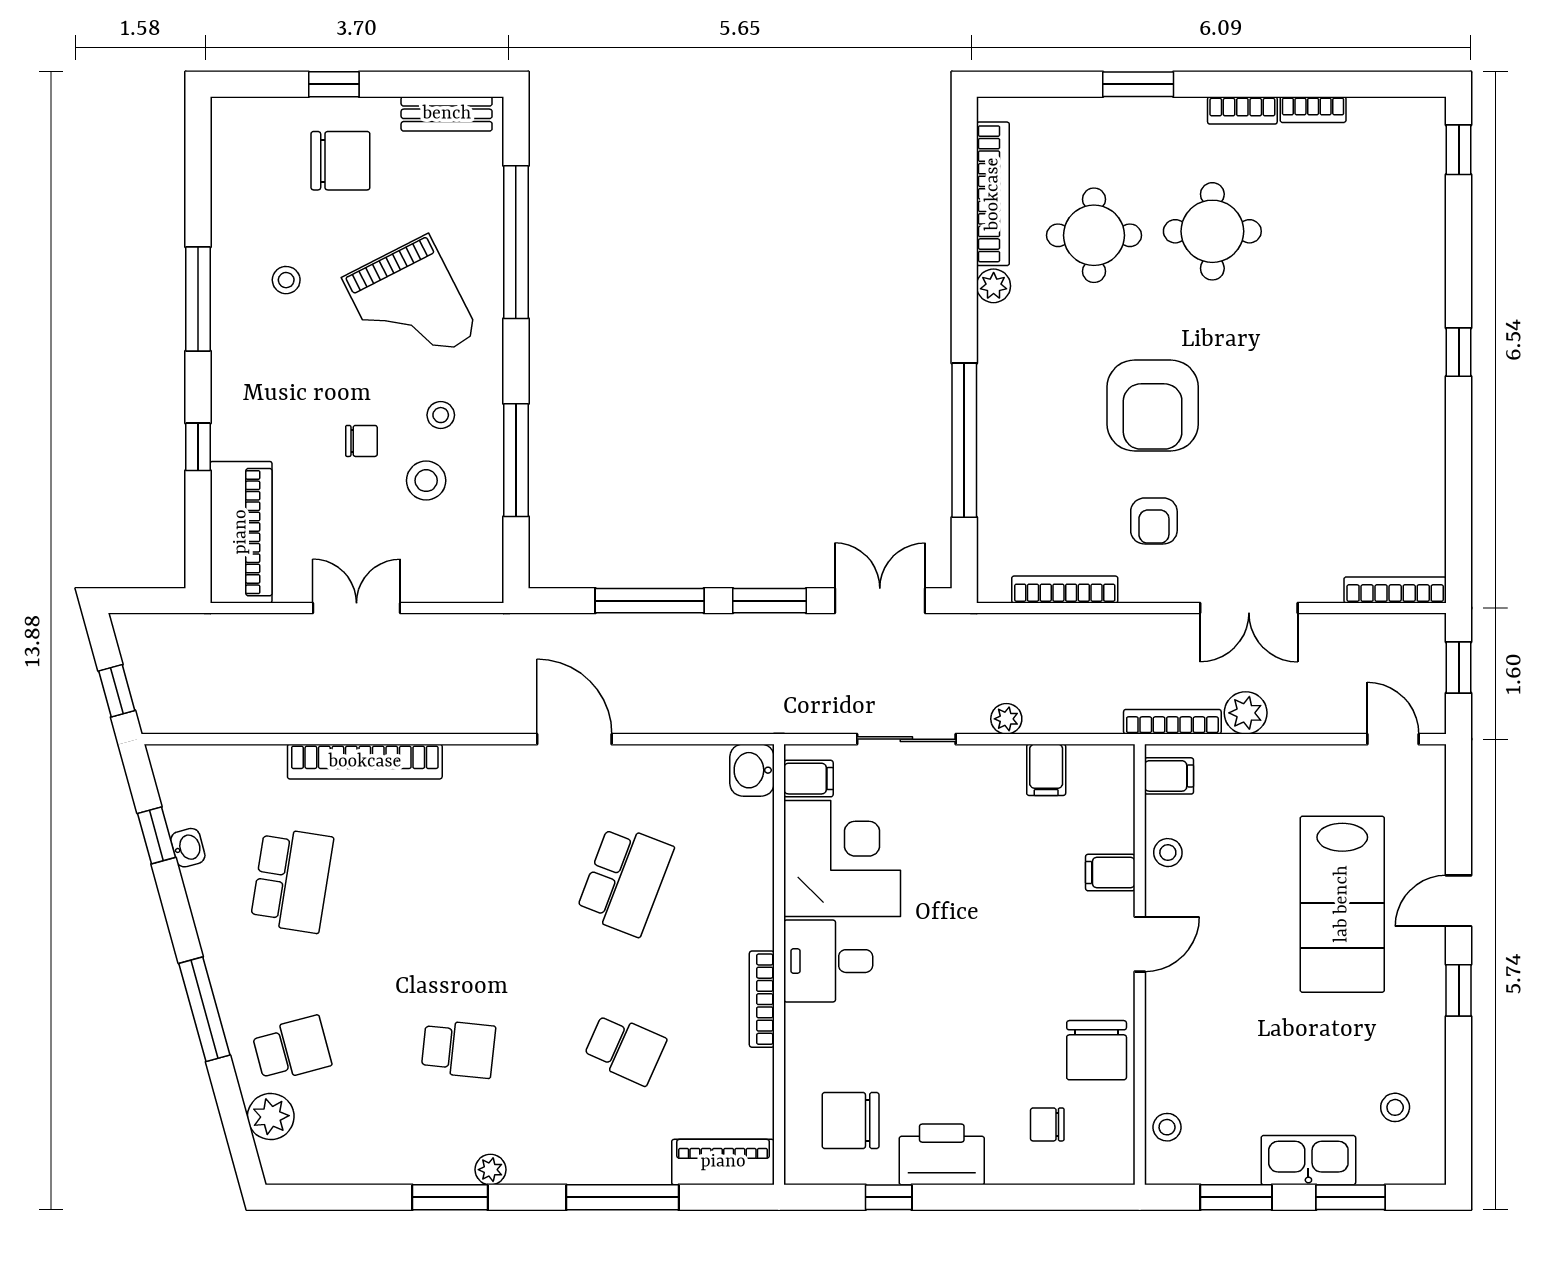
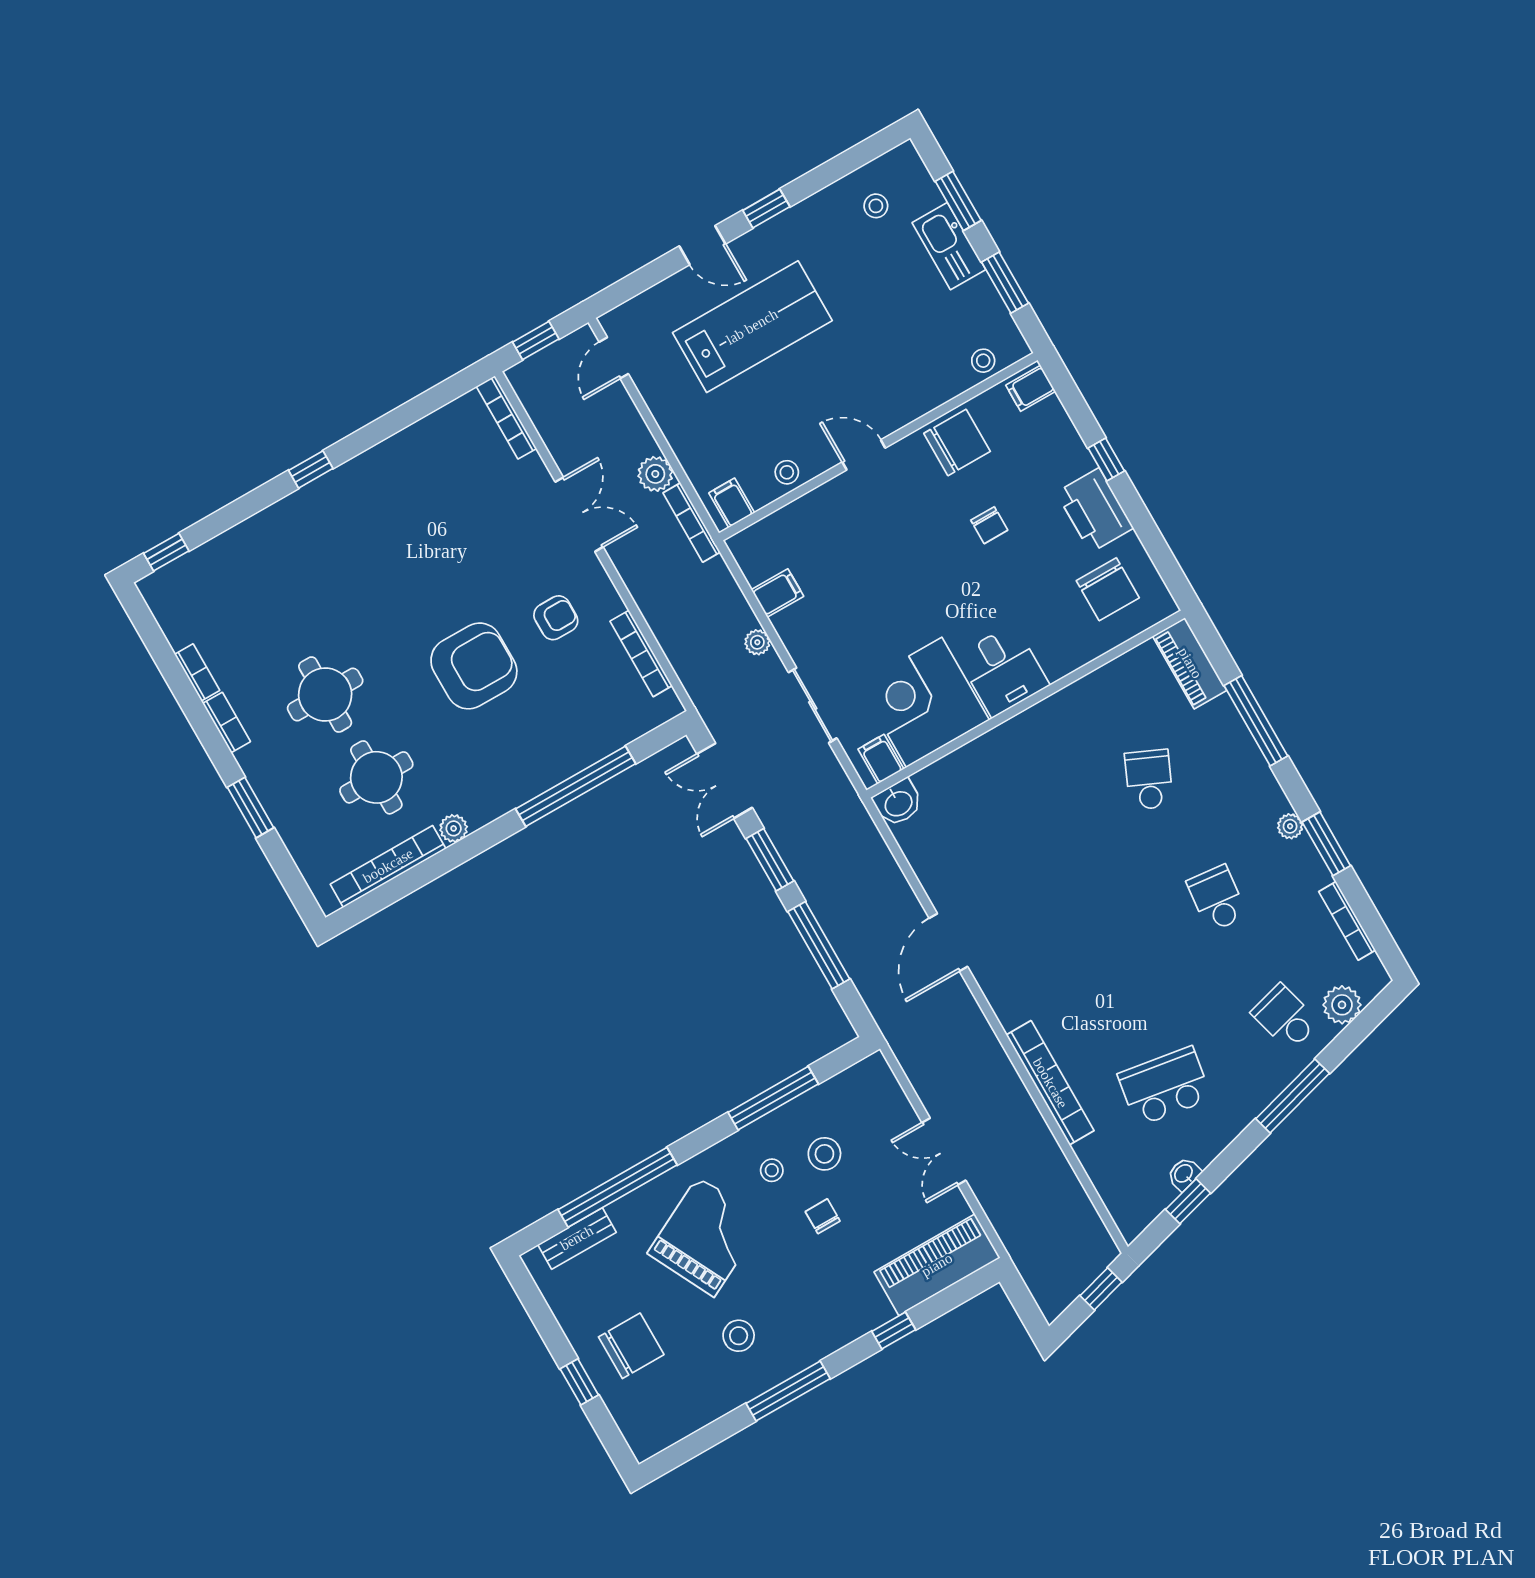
bench: (447, 114) -> (577, 1238), moved, turned 90
chair: (340, 161) -> (631, 1346), turned 90
stool: (286, 280) -> (739, 1336), width x1.37, depth x1.37
filing cabinet: (1110, 873) -> (1031, 388), moved, turned 90
school desk: (625, 880) -> (1028, 849), removed
bookcase: (762, 999) -> (1347, 921), moved, turned 90
chair: (1047, 1124) -> (989, 525), moved
window: (889, 1197) -> (1106, 459), moved

